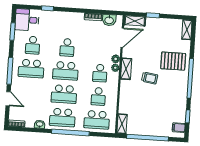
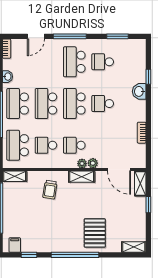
desk: (27, 20) -> (133, 53), removed
washbasin: (109, 20) -> (139, 91), moved
trolley: (150, 78) -> (50, 190), moved

